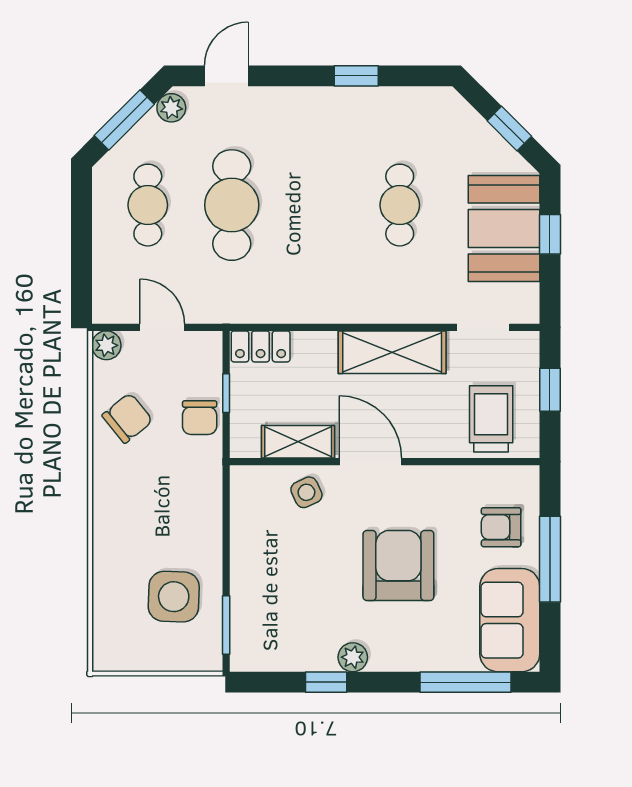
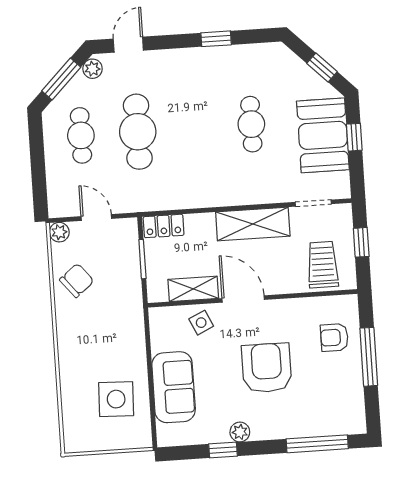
window: (226, 393) -> (142, 259), width x1.50
chair: (200, 418) -> (126, 277), removed
sofa: (510, 620) -> (174, 387), moved, turned 180
window: (226, 625) -> (153, 416), removed

